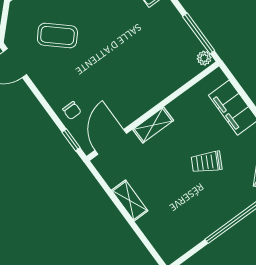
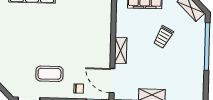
coffee table: (57, 35) -> (49, 74), moved, turned 48

